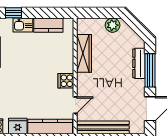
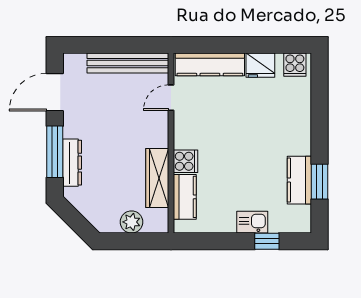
kitchen counter: (48, 25) -> (185, 197), moved, turned 90
plant: (113, 25) -> (132, 222), moved
cooker: (66, 81) -> (186, 161), moved

